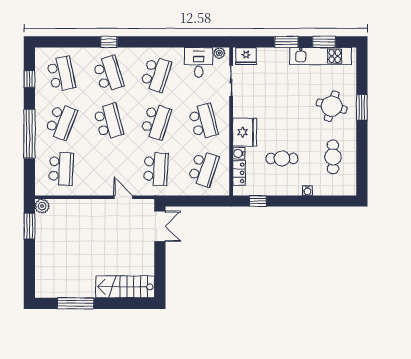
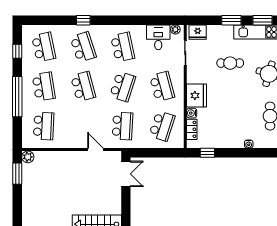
school desk: (156, 74) -> (123, 47), turned -30
school desk: (61, 121) -> (44, 86), turned -30
cafe table: (282, 158) -> (230, 63), moved

